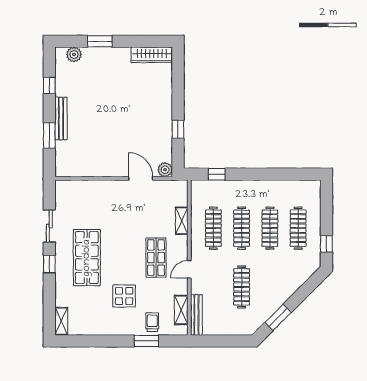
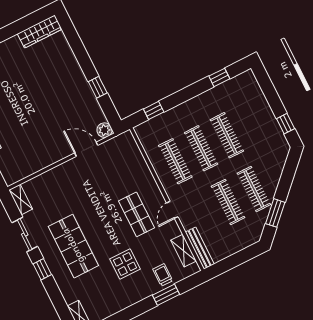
window: (289, 174) -> (219, 77), added
shelving: (182, 221) -> (21, 200), moved
clothes rail: (298, 228) -> (254, 189), moved

